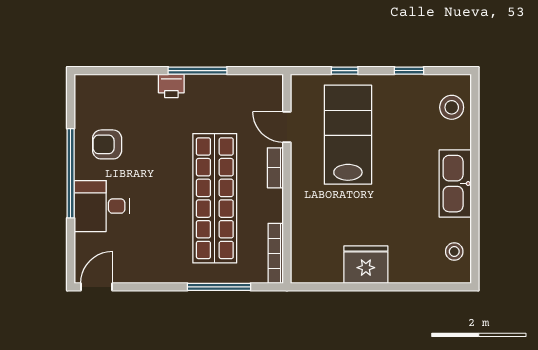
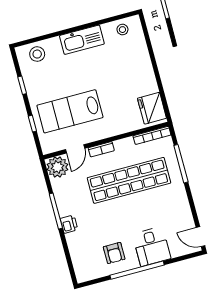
plant: (266, 92) -> (57, 167), added
fridge: (366, 265) -> (152, 108), moved

